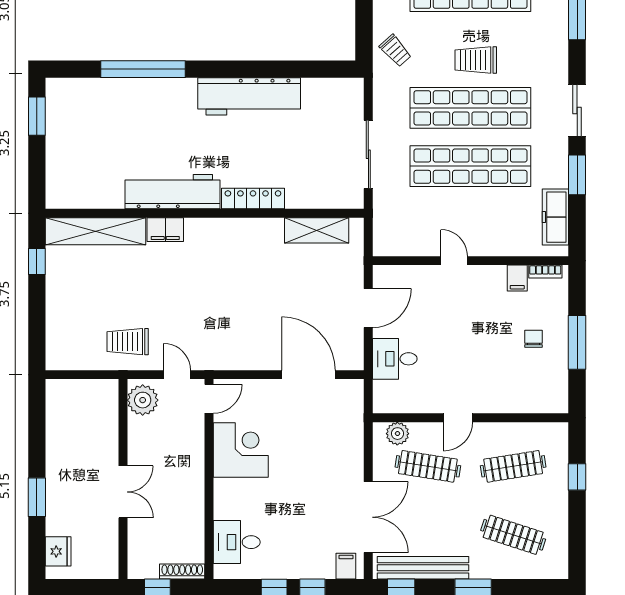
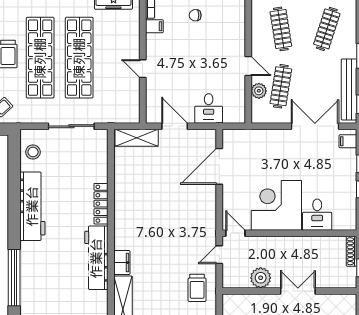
stool: (330, 97) -> (33, 152), added
shelving: (317, 230) -> (137, 138), moved, turned 90
door: (454, 261) -> (143, 69), hinge flipped
plant: (143, 400) -> (261, 278), moved
plant: (397, 434) -> (259, 91), moved
corner desk: (241, 450) -> (276, 205), width x1.36, depth x1.36
desk: (237, 542) -> (317, 215), moved

